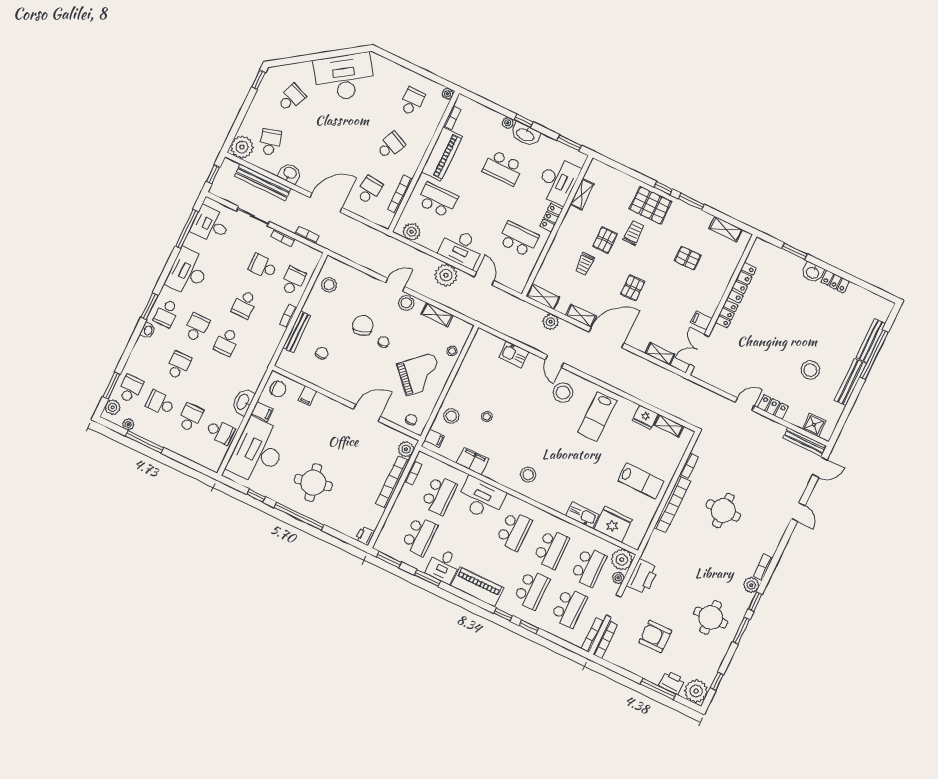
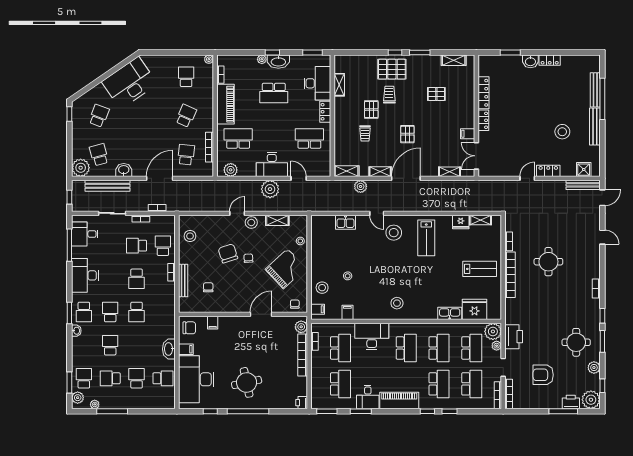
filing cabinet: (473, 461) -> (347, 312), width x0.50
plant: (751, 585) -> (594, 368), moved

